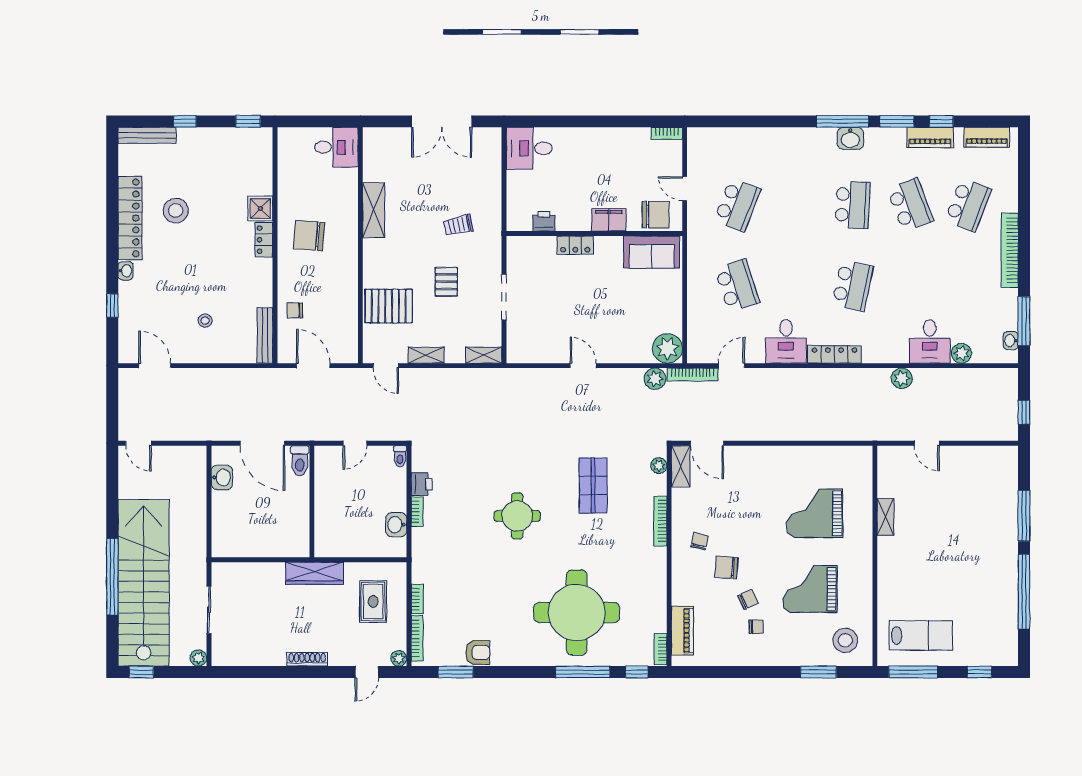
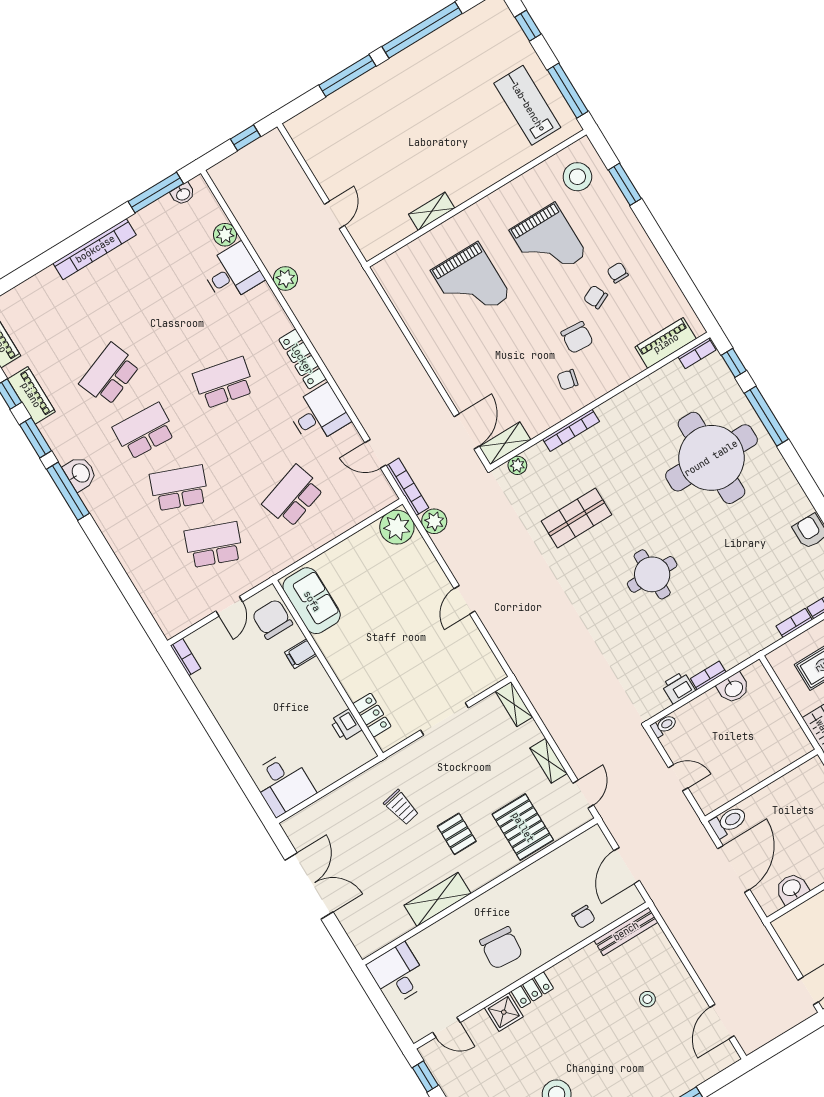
door: (275, 159) -> (446, 1027), added
school desk: (968, 205) -> (179, 488), moved
filing cabinet: (609, 220) -> (301, 654), width x0.50
locker: (575, 245) -> (372, 715), moved
pallet: (446, 282) -> (457, 834), moved, turned 90

